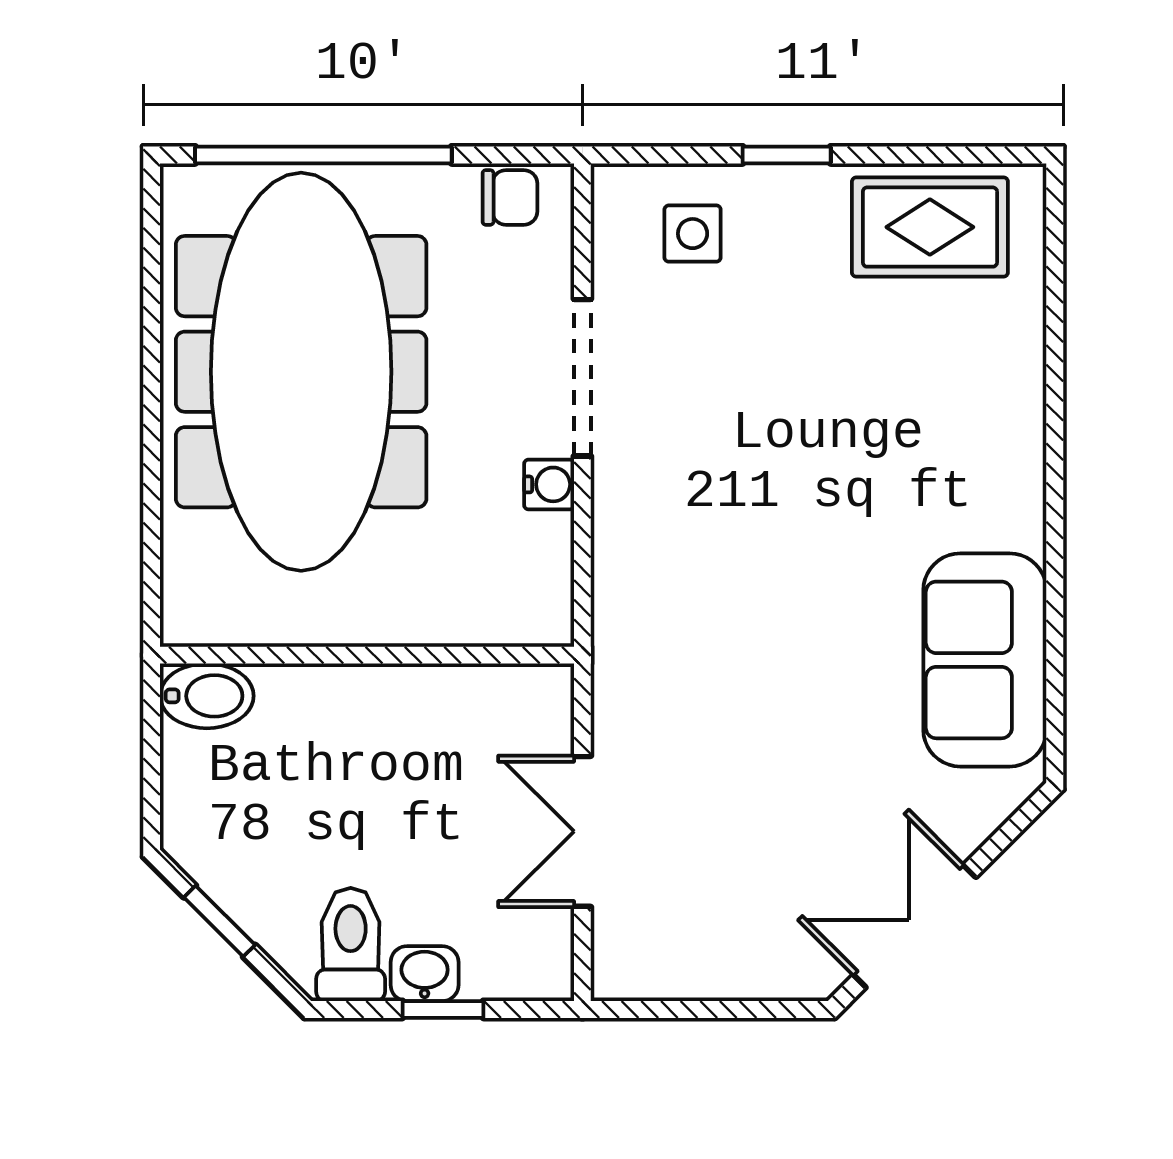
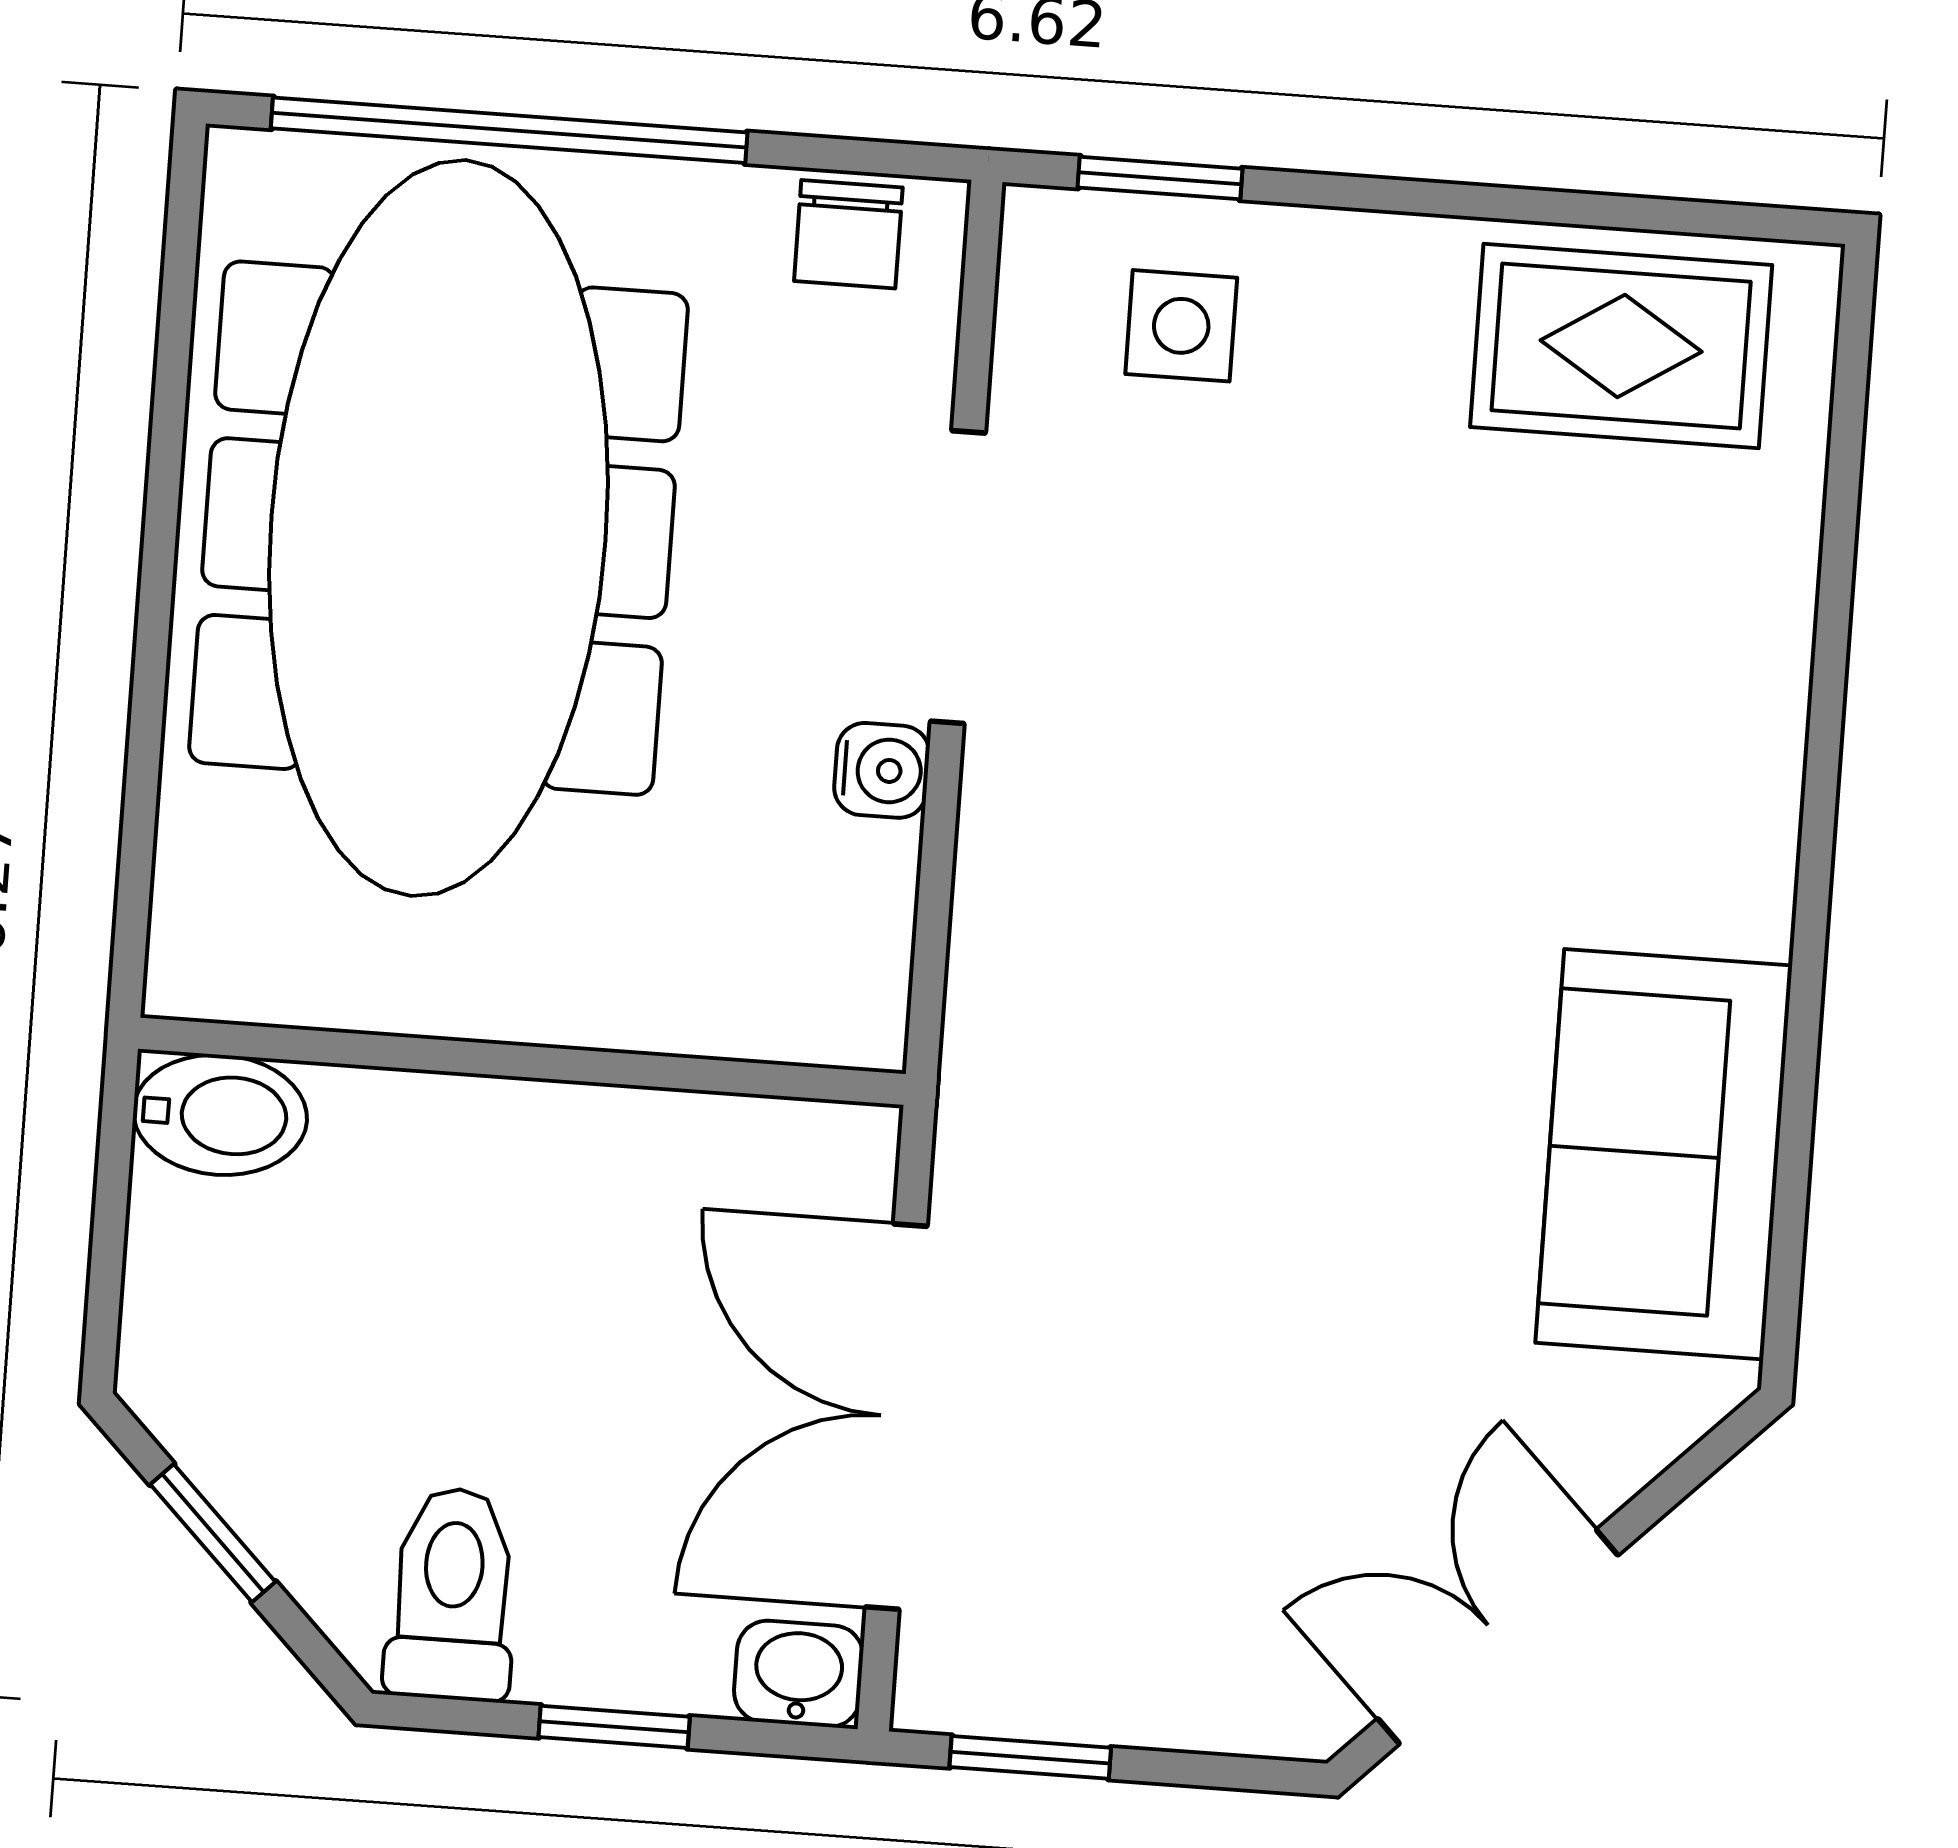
window: (787, 155) -> (1160, 178), moved
chair: (510, 197) -> (848, 234), turned 90
double door: (582, 831) -> (896, 1417), width x1.37
washbasin: (425, 974) -> (799, 1674), moved
window: (668, 1009) -> (1030, 1757), added

